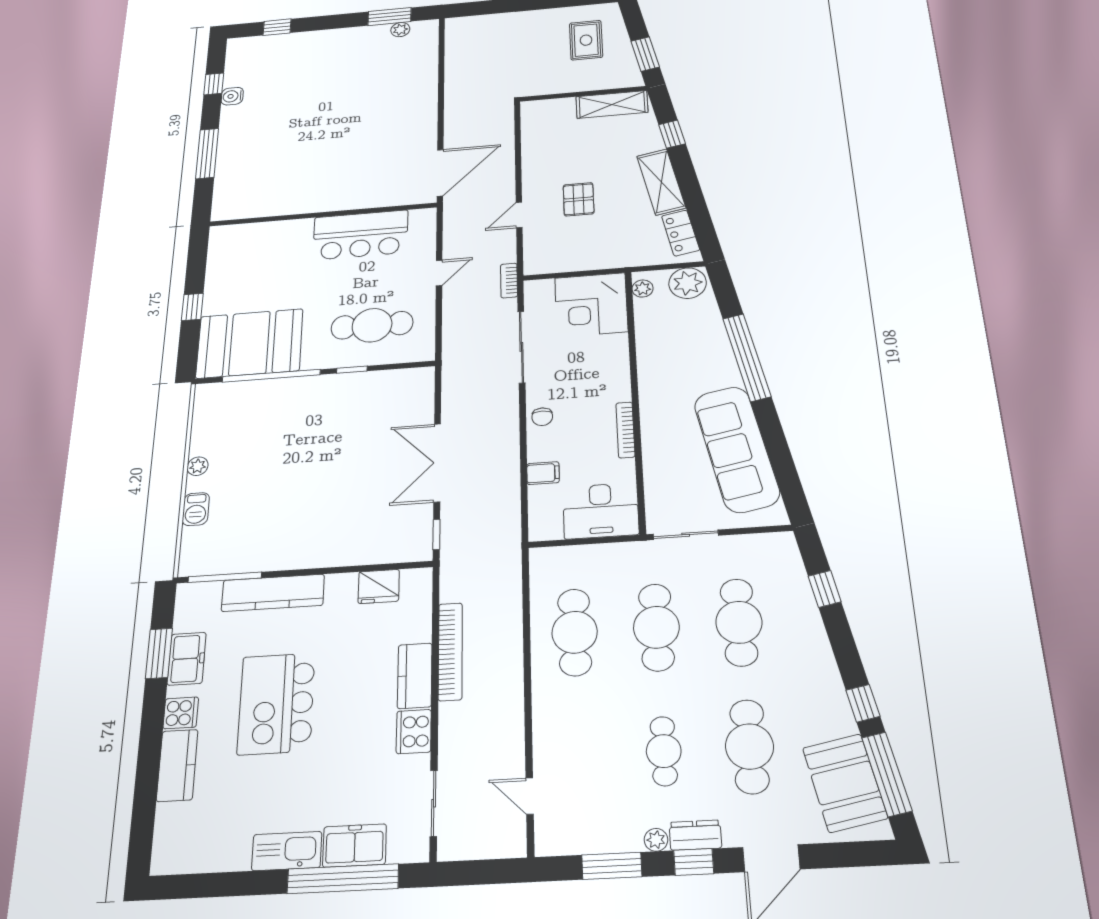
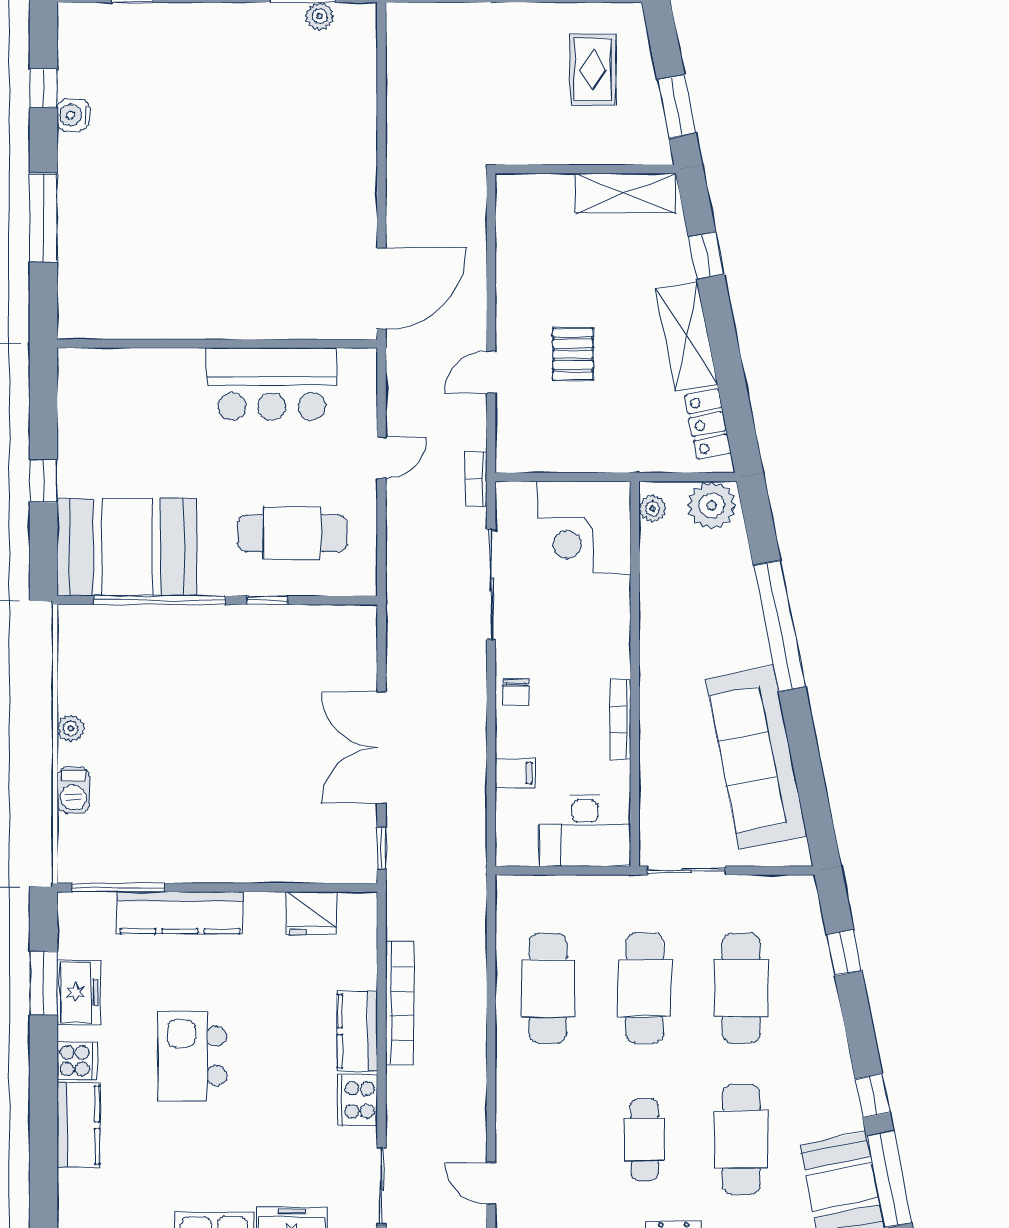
kitchen island: (276, 704) -> (192, 1056), width x0.73, depth x0.78

